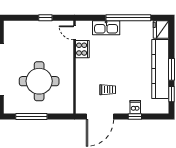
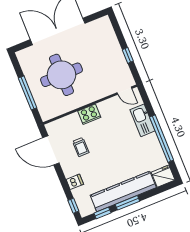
door: (74, 33) -> (124, 91), swing flipped
cooker: (82, 49) -> (89, 114), moved
window: (31, 116) -> (28, 93), moved
window: (135, 116) -> (73, 206), moved

